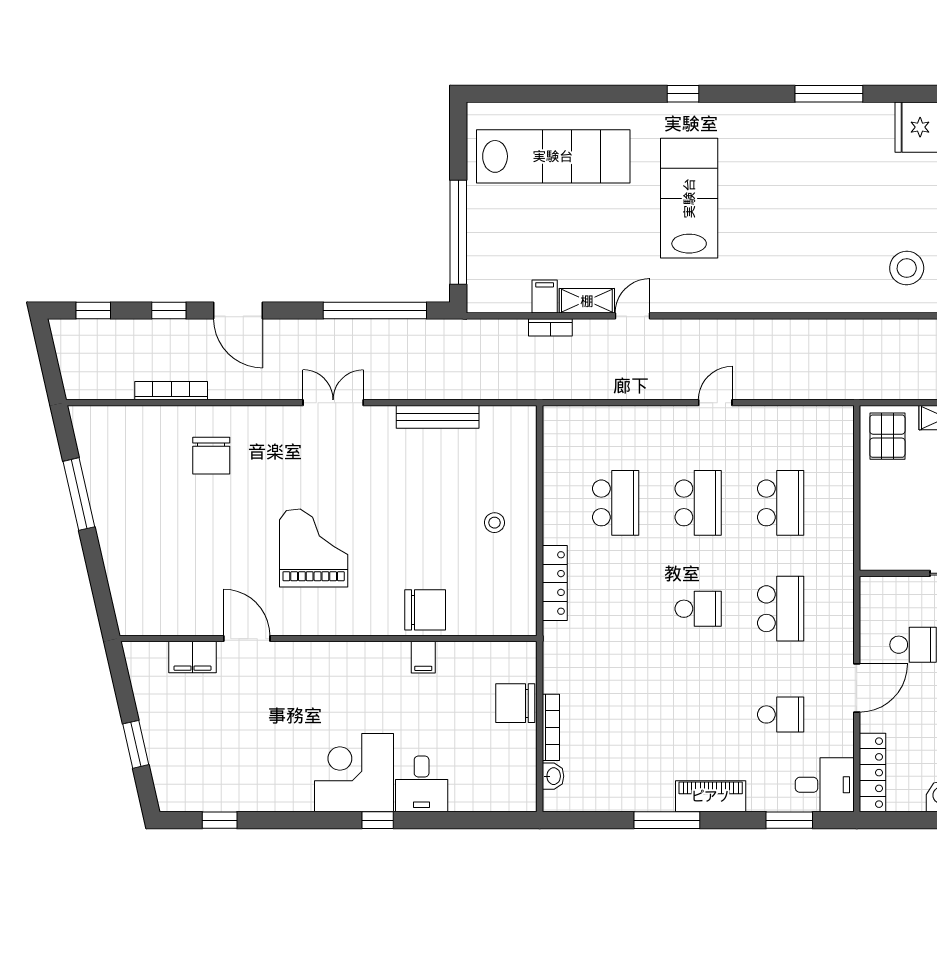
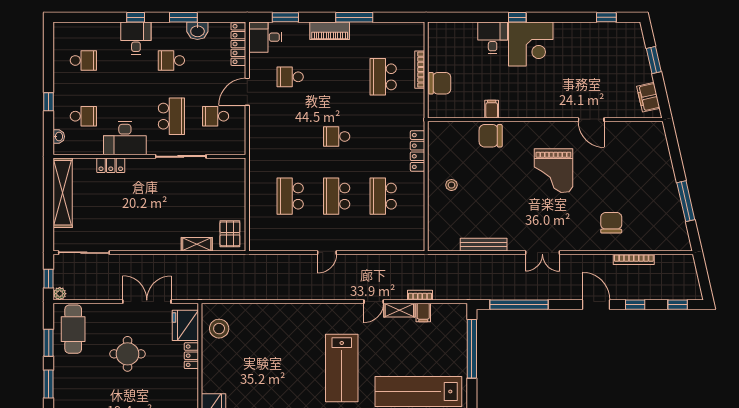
school desk: (781, 609) -> (383, 77), moved
filing cabinet: (192, 657) -> (648, 97), moved, turned -103
washbasin: (553, 776) -> (418, 42), removed

